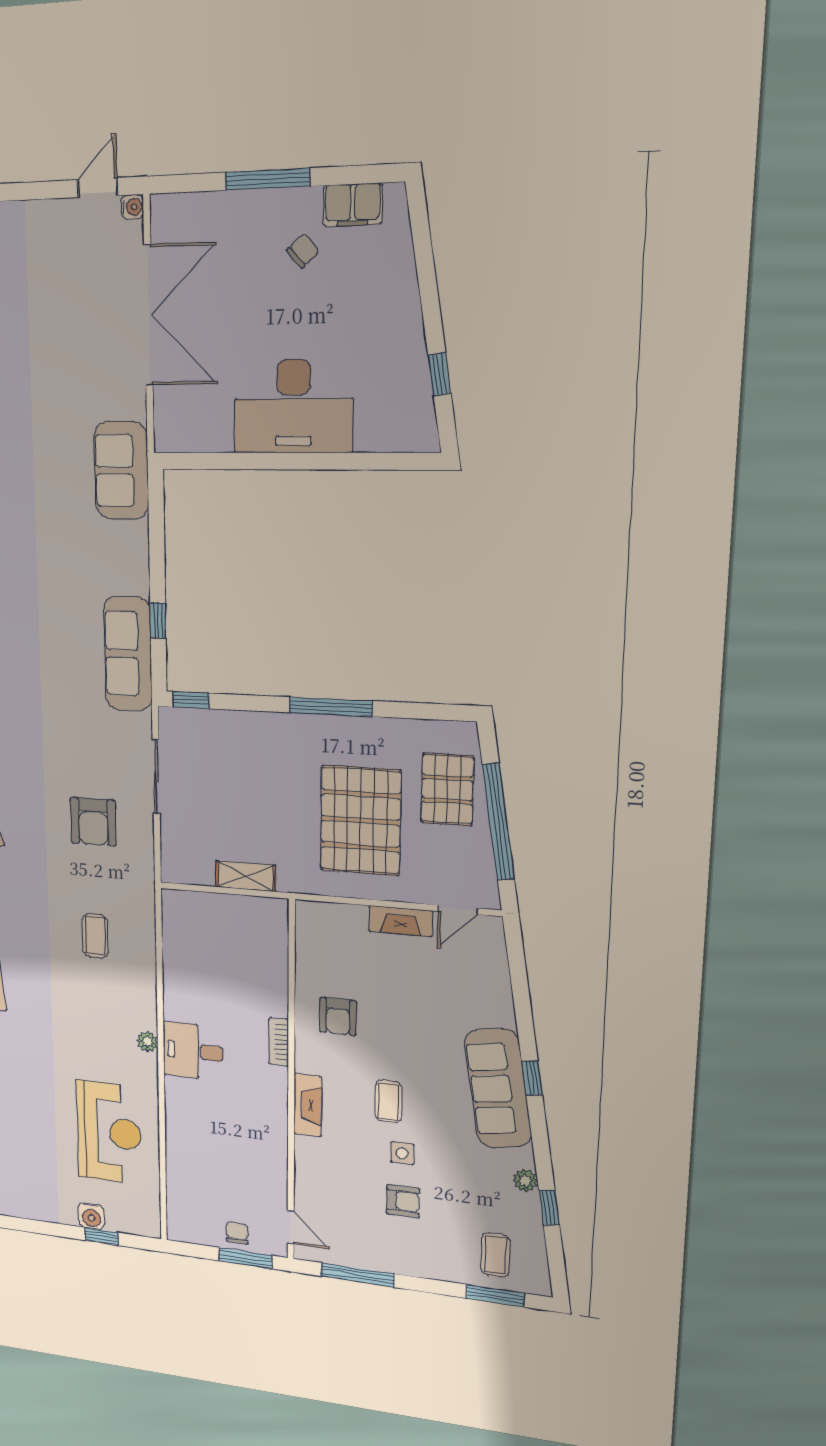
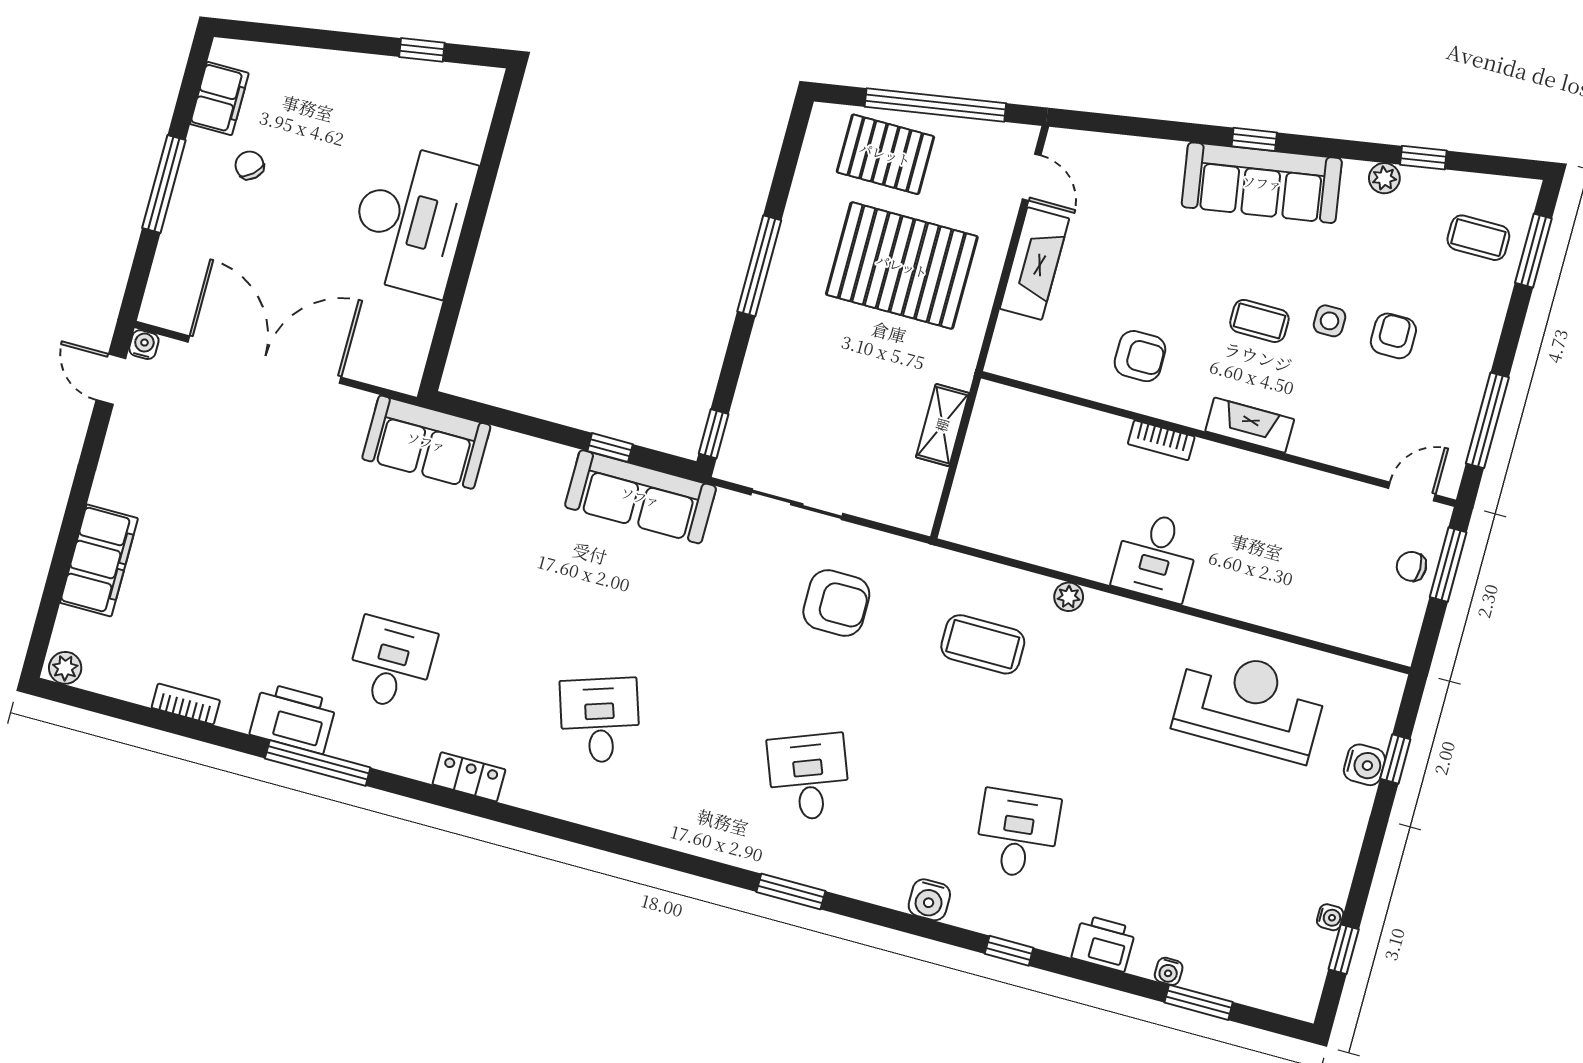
fireplace: (401, 921) -> (1035, 264), width x1.37, depth x1.32
coffee table: (95, 936) -> (983, 644), width x1.36, depth x1.30
plant: (147, 1042) -> (1069, 597), moved

